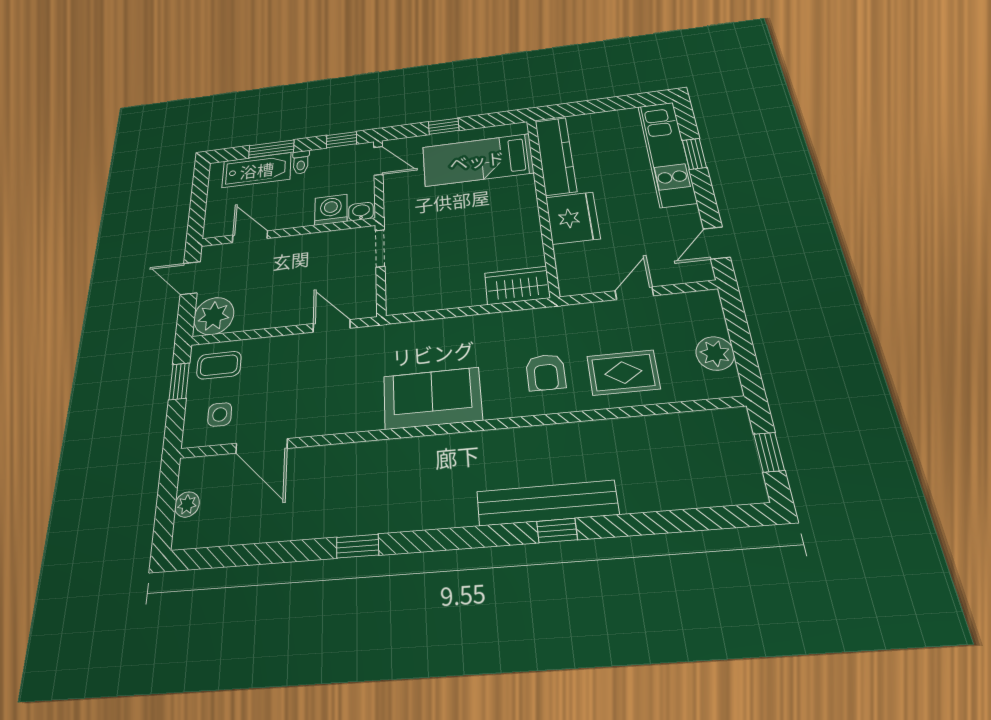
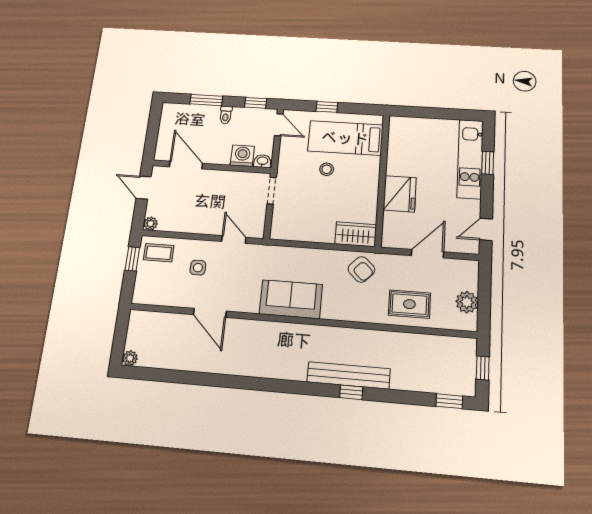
kitchen counter: (556, 156) -> (398, 146), removed
bathtub: (257, 170) -> (195, 115), removed
stool: (457, 205) -> (327, 169), added
door: (250, 237) -> (186, 165), width x1.38
door: (634, 293) -> (427, 254), width x1.38
plant: (214, 316) -> (151, 224), width x0.53, depth x0.53
armchair: (546, 372) -> (361, 269), moved, turned -46
side table: (220, 414) -> (198, 268), moved
door: (262, 446) -> (210, 313), moved
plant: (187, 504) -> (130, 358), moved
window: (358, 546) -> (449, 401), moved

